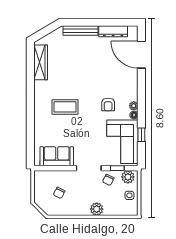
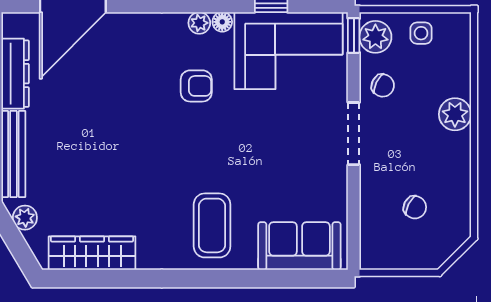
plant: (55, 35) -> (25, 218), added
coffee table: (65, 107) -> (212, 225), moved
sofa: (57, 156) -> (299, 246), moved, turned 90
window: (117, 168) -> (354, 35), moved

